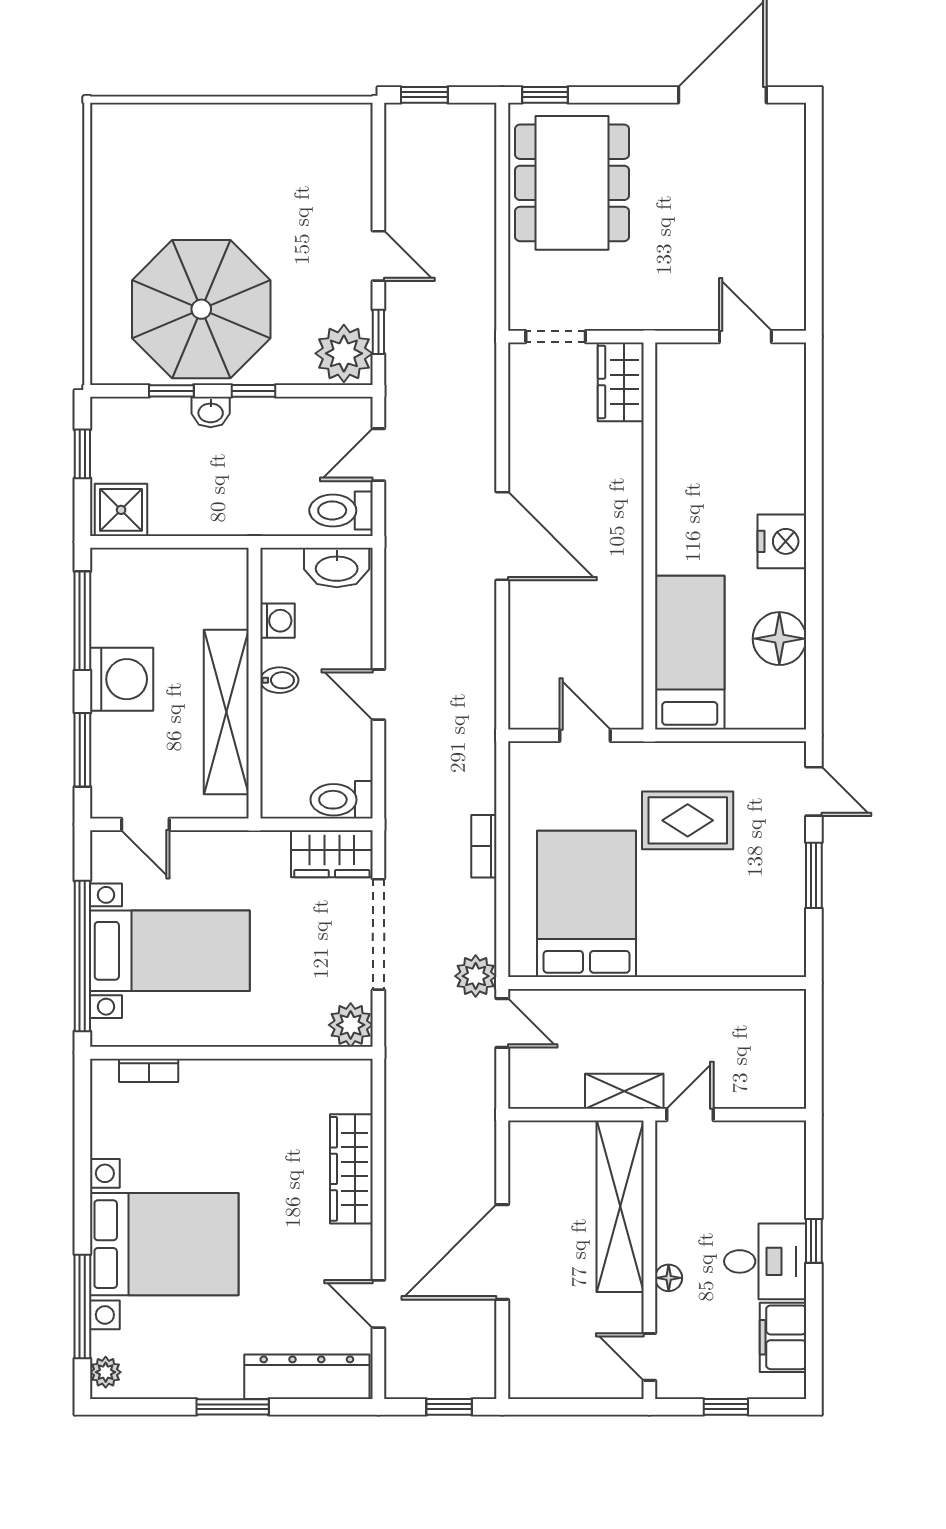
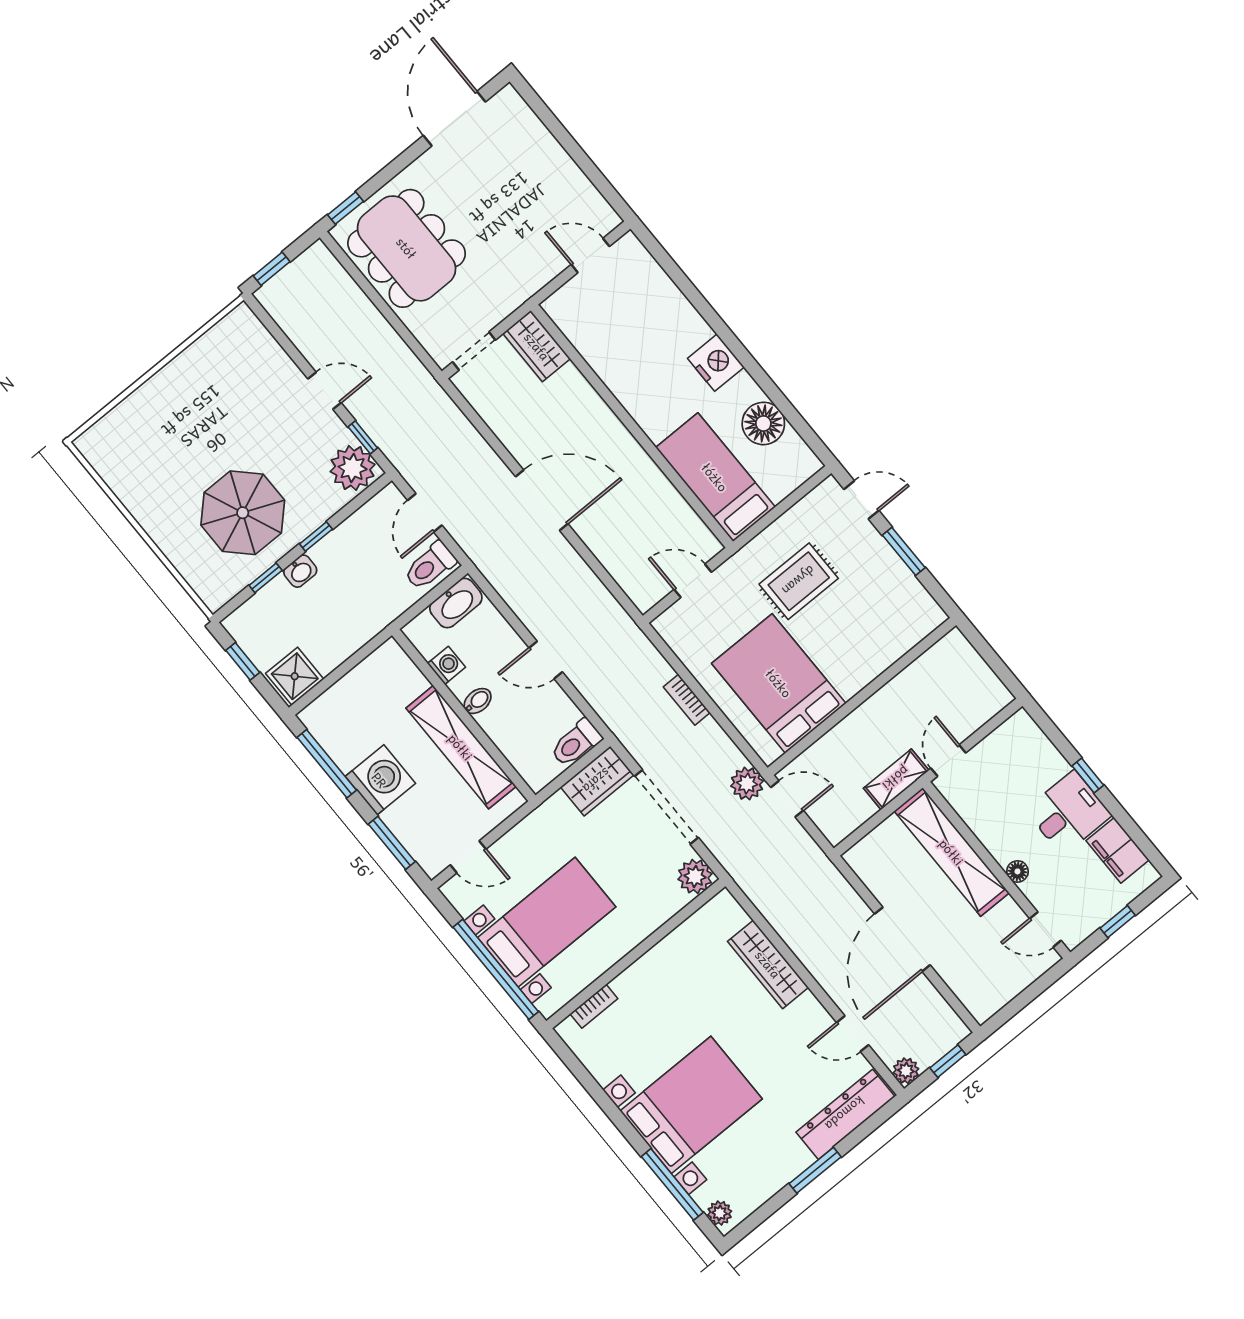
parasol: (201, 309) -> (243, 513), width x0.73, depth x0.73
plant: (401, 1383) -> (906, 1071), added

